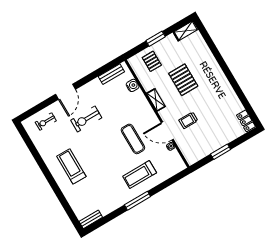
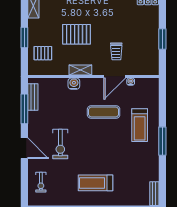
window: (97, 73) -> (24, 109), added
water cooler: (133, 85) -> (74, 84), moved

